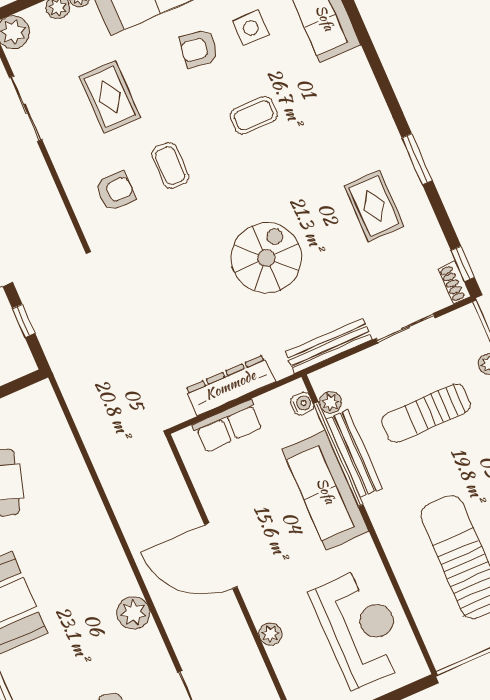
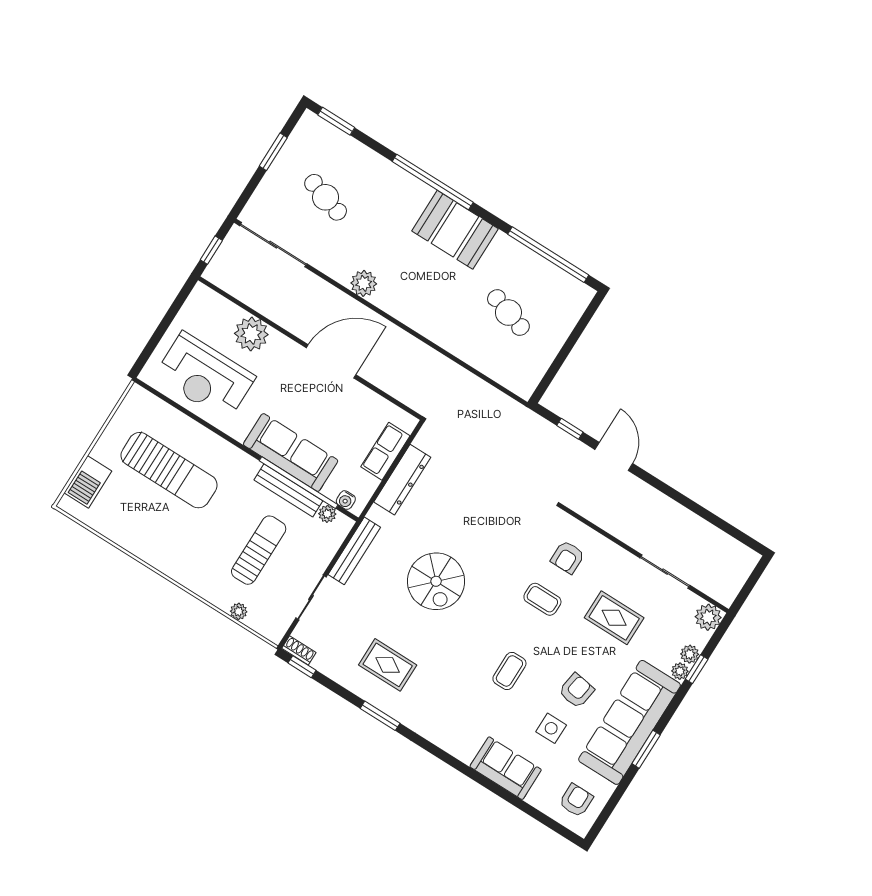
plant: (270, 634) -> (251, 334), width x1.88, depth x1.88

